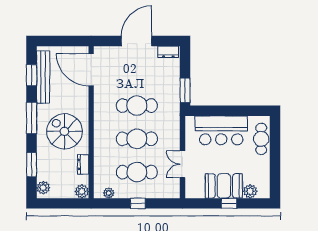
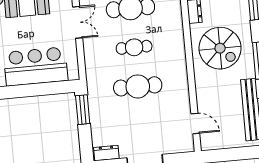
door: (91, 70) -> (195, 123), width x0.53
cafe table: (137, 139) -> (134, 47), width x0.73, depth x0.74

